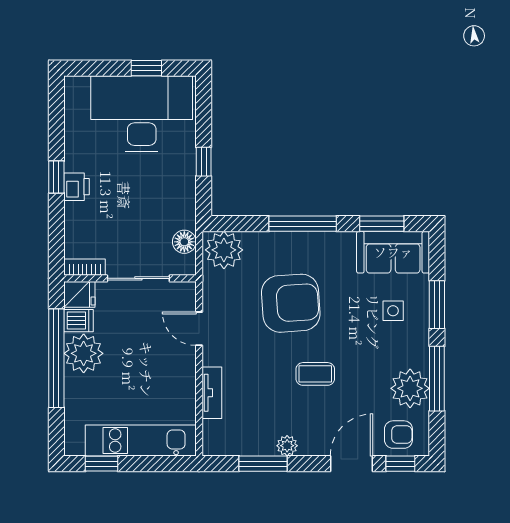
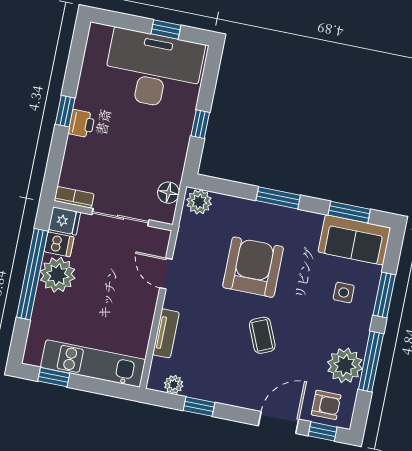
window: (303, 224) -> (278, 198), width x0.69
plant: (224, 250) -> (199, 202), width x0.73, depth x0.73
armchair: (291, 303) -> (253, 267), turned -86
coffee table: (315, 374) -> (262, 335), turned 67
plant: (287, 446) -> (174, 385), moved
window: (263, 464) -> (199, 406), width x0.67

